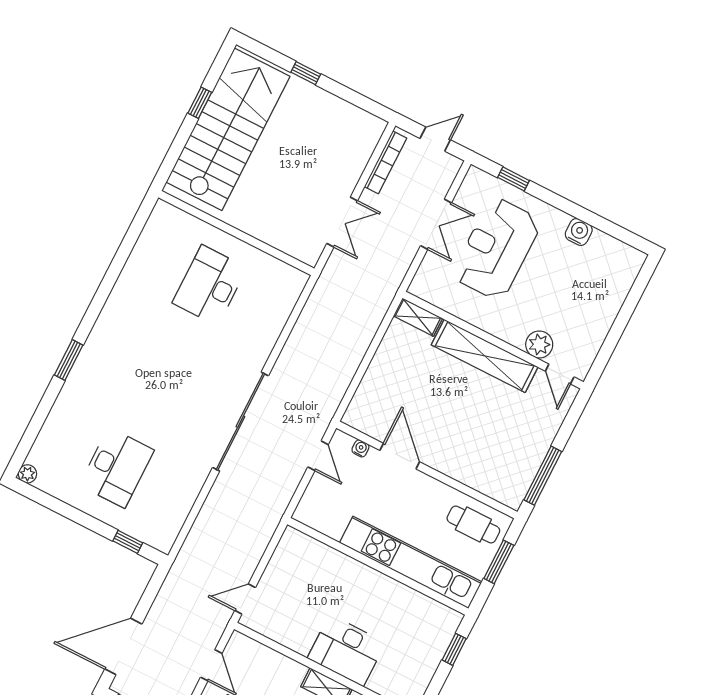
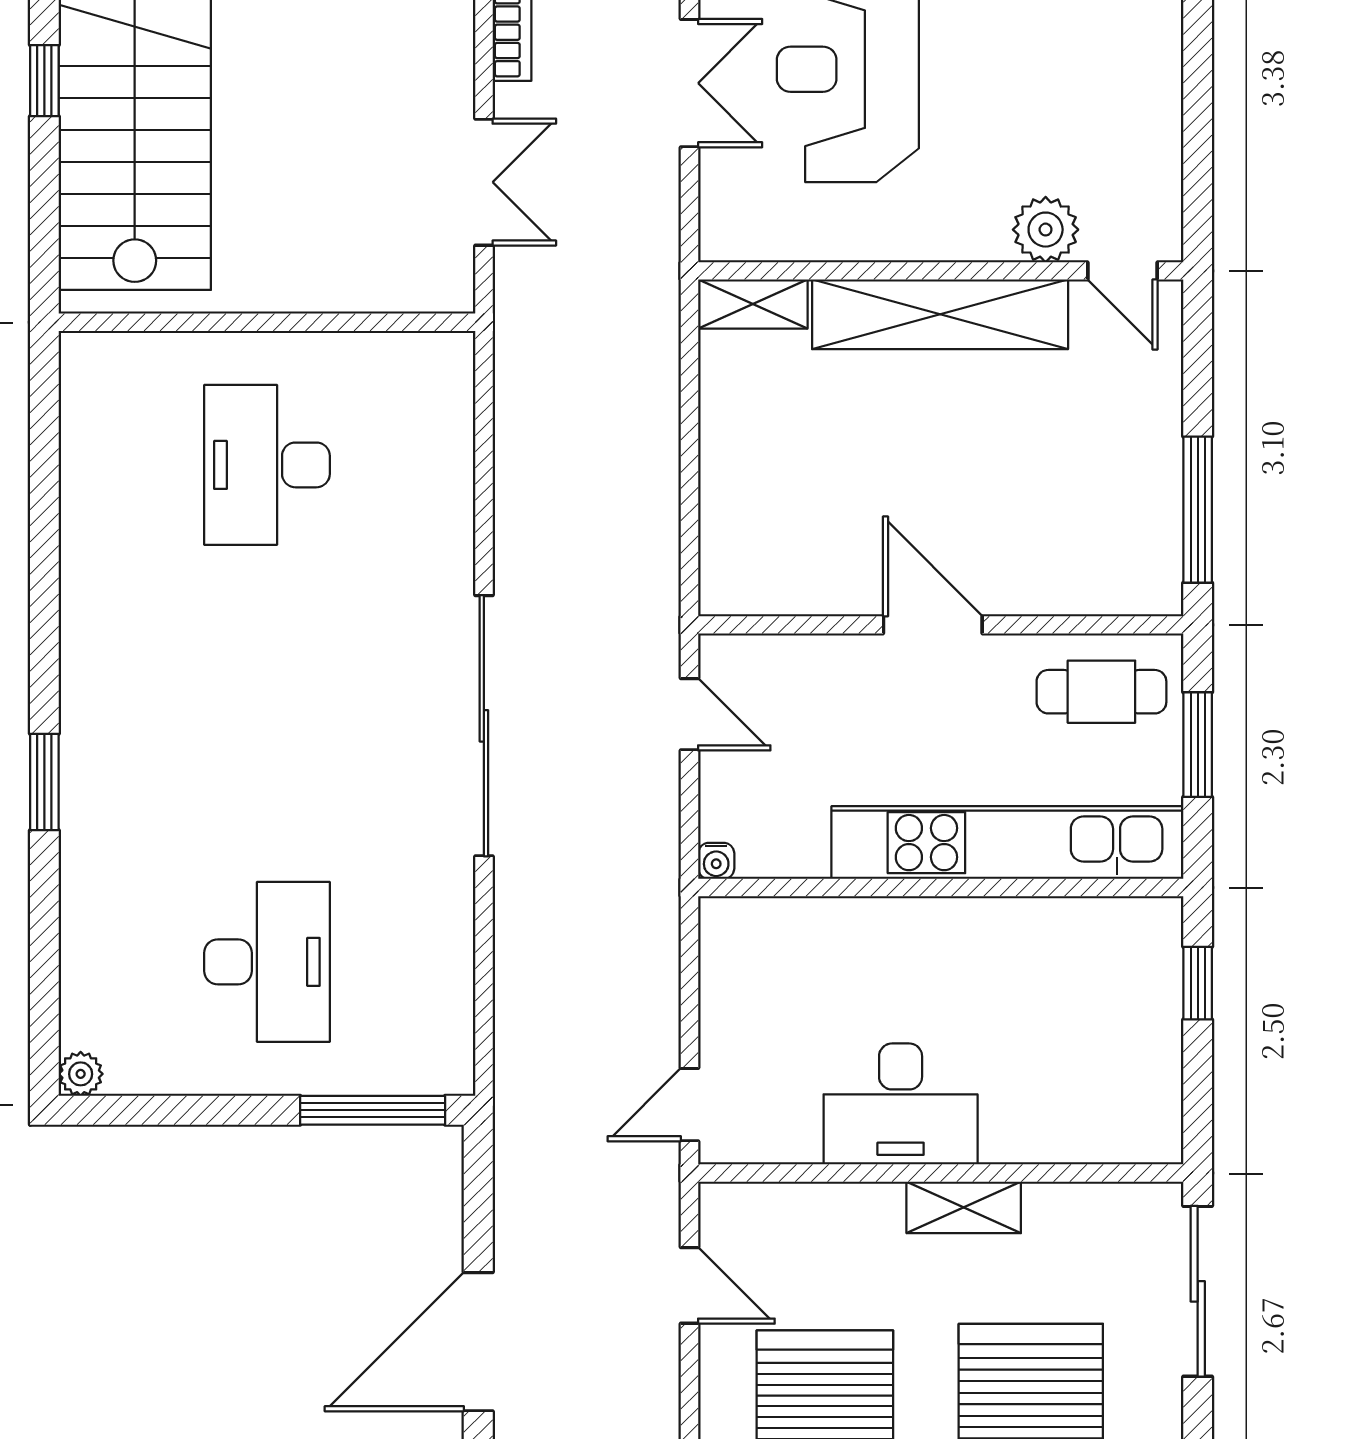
water cooler: (360, 448) -> (716, 861), moved, turned 180
door: (400, 456) -> (933, 625), moved
window: (128, 542) -> (373, 1110), width x2.17
desk: (347, 650) -> (901, 1104), moved

